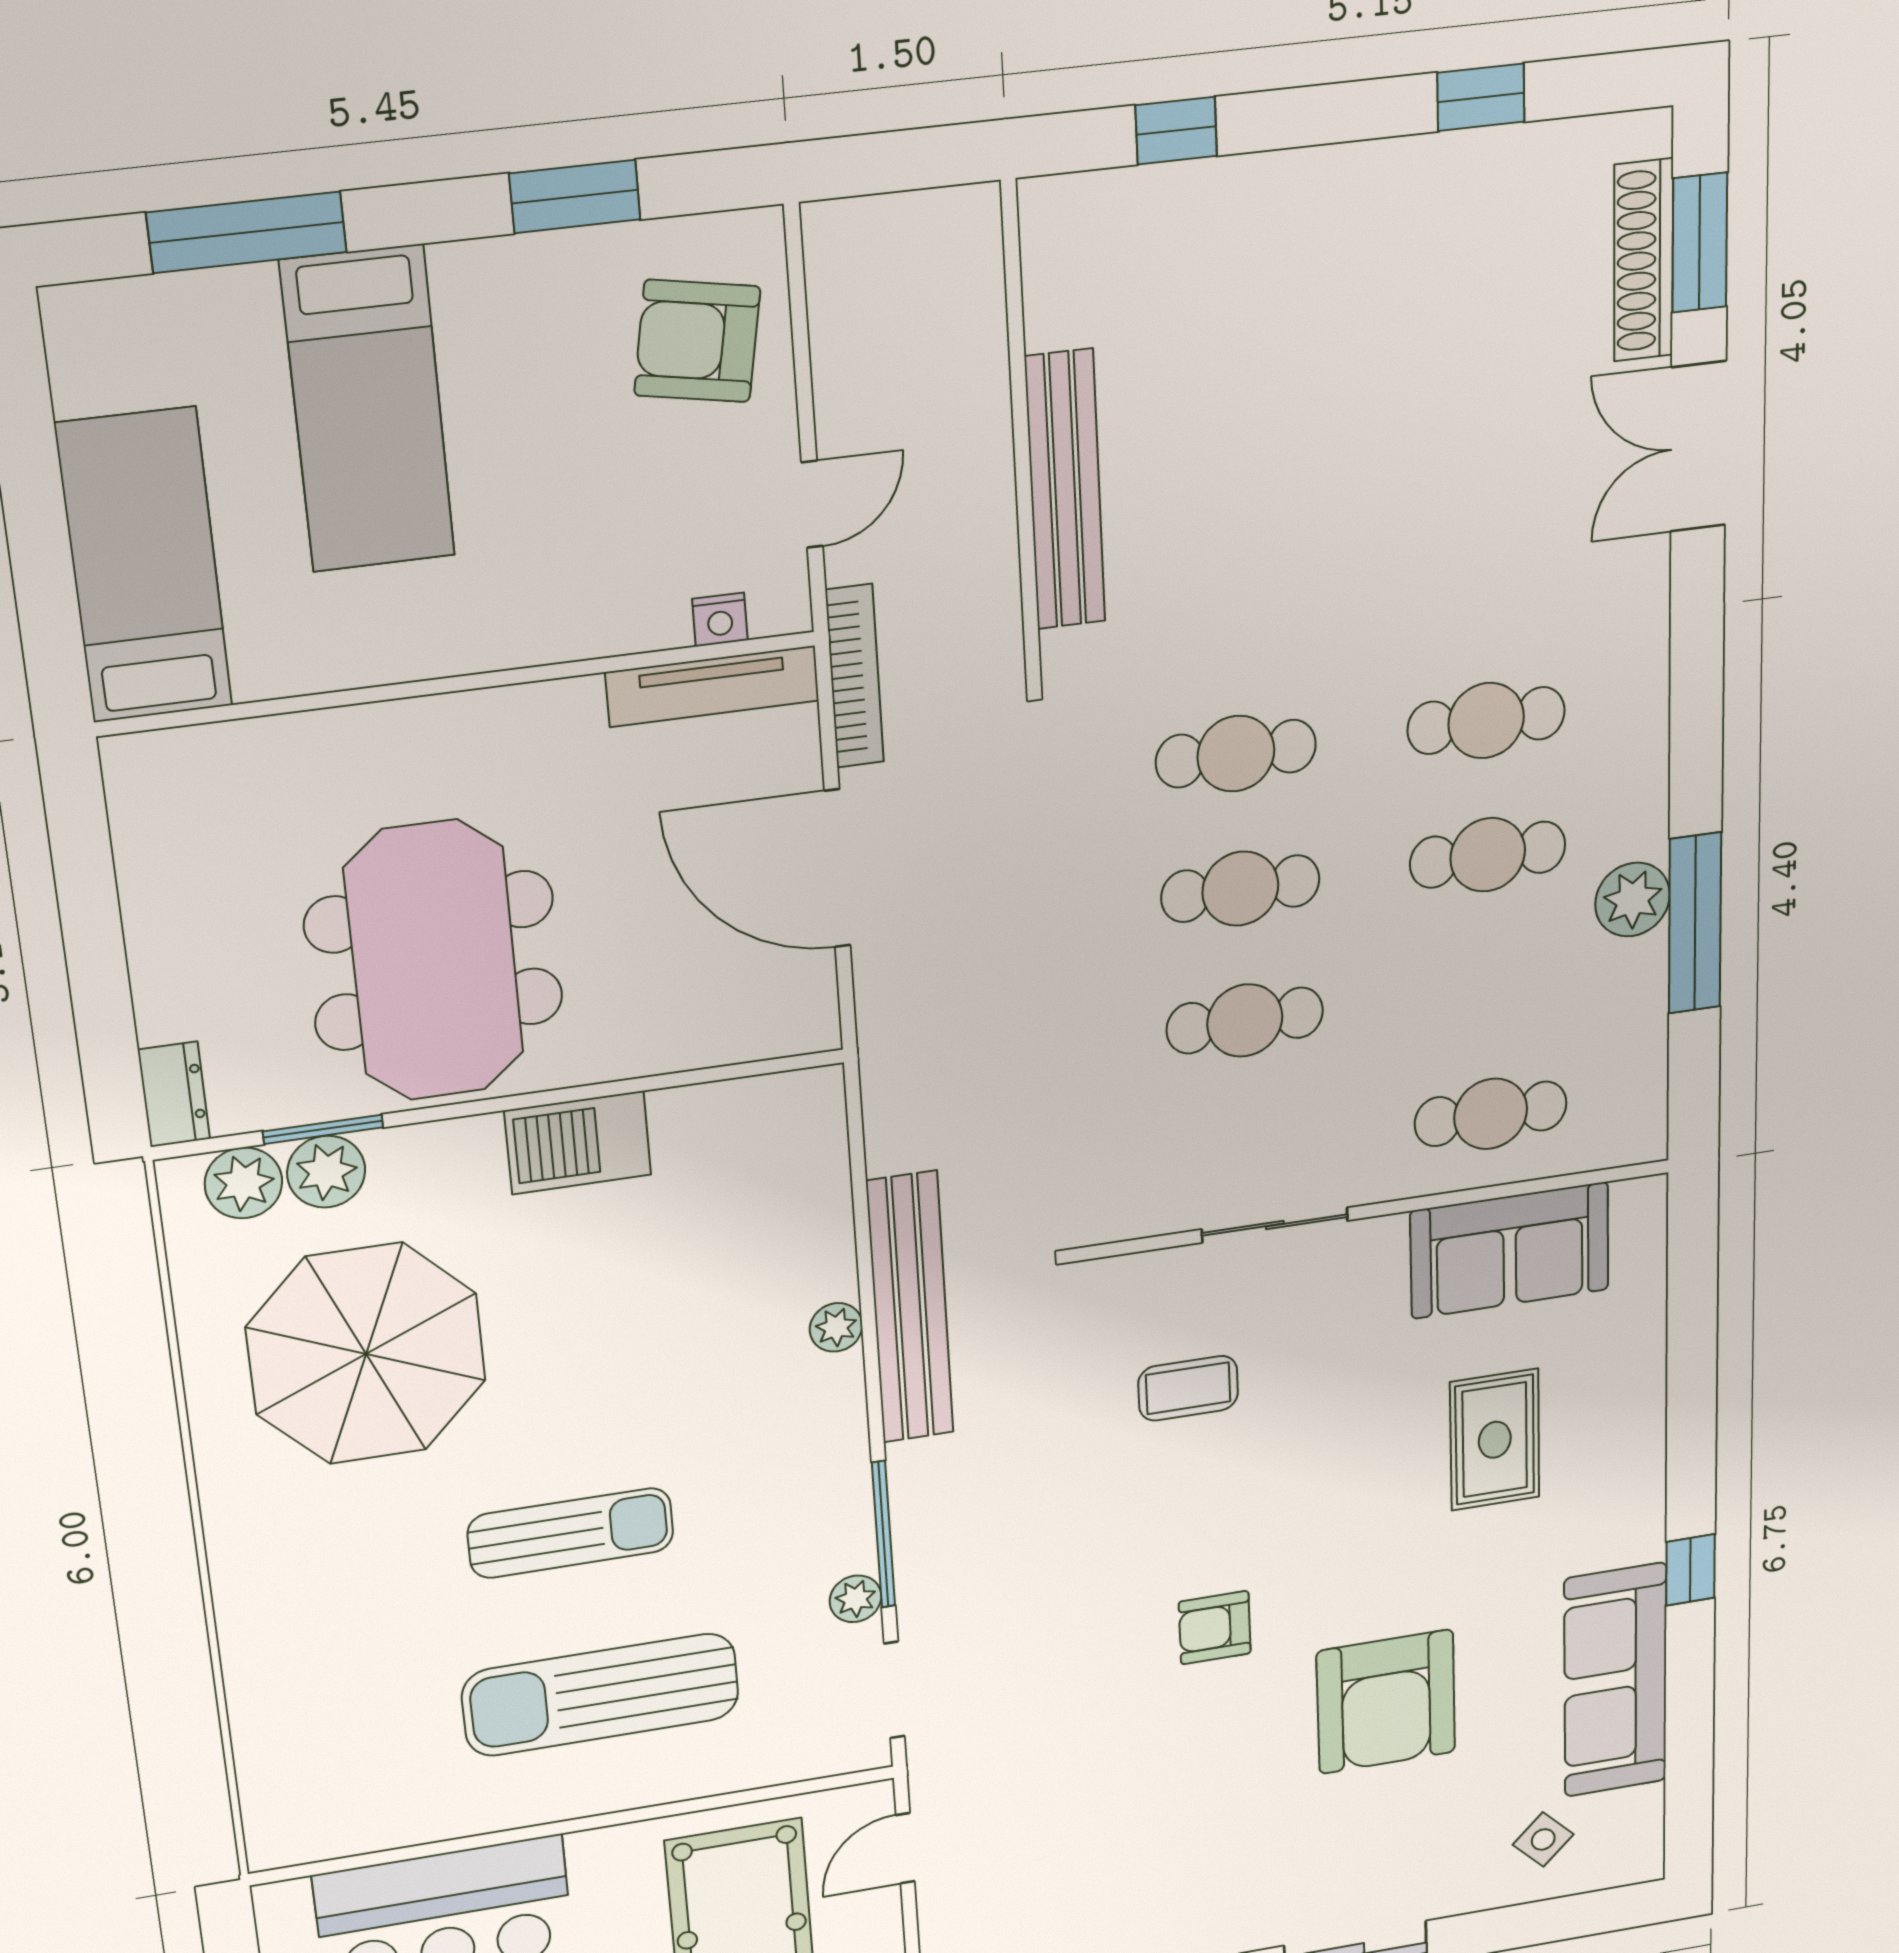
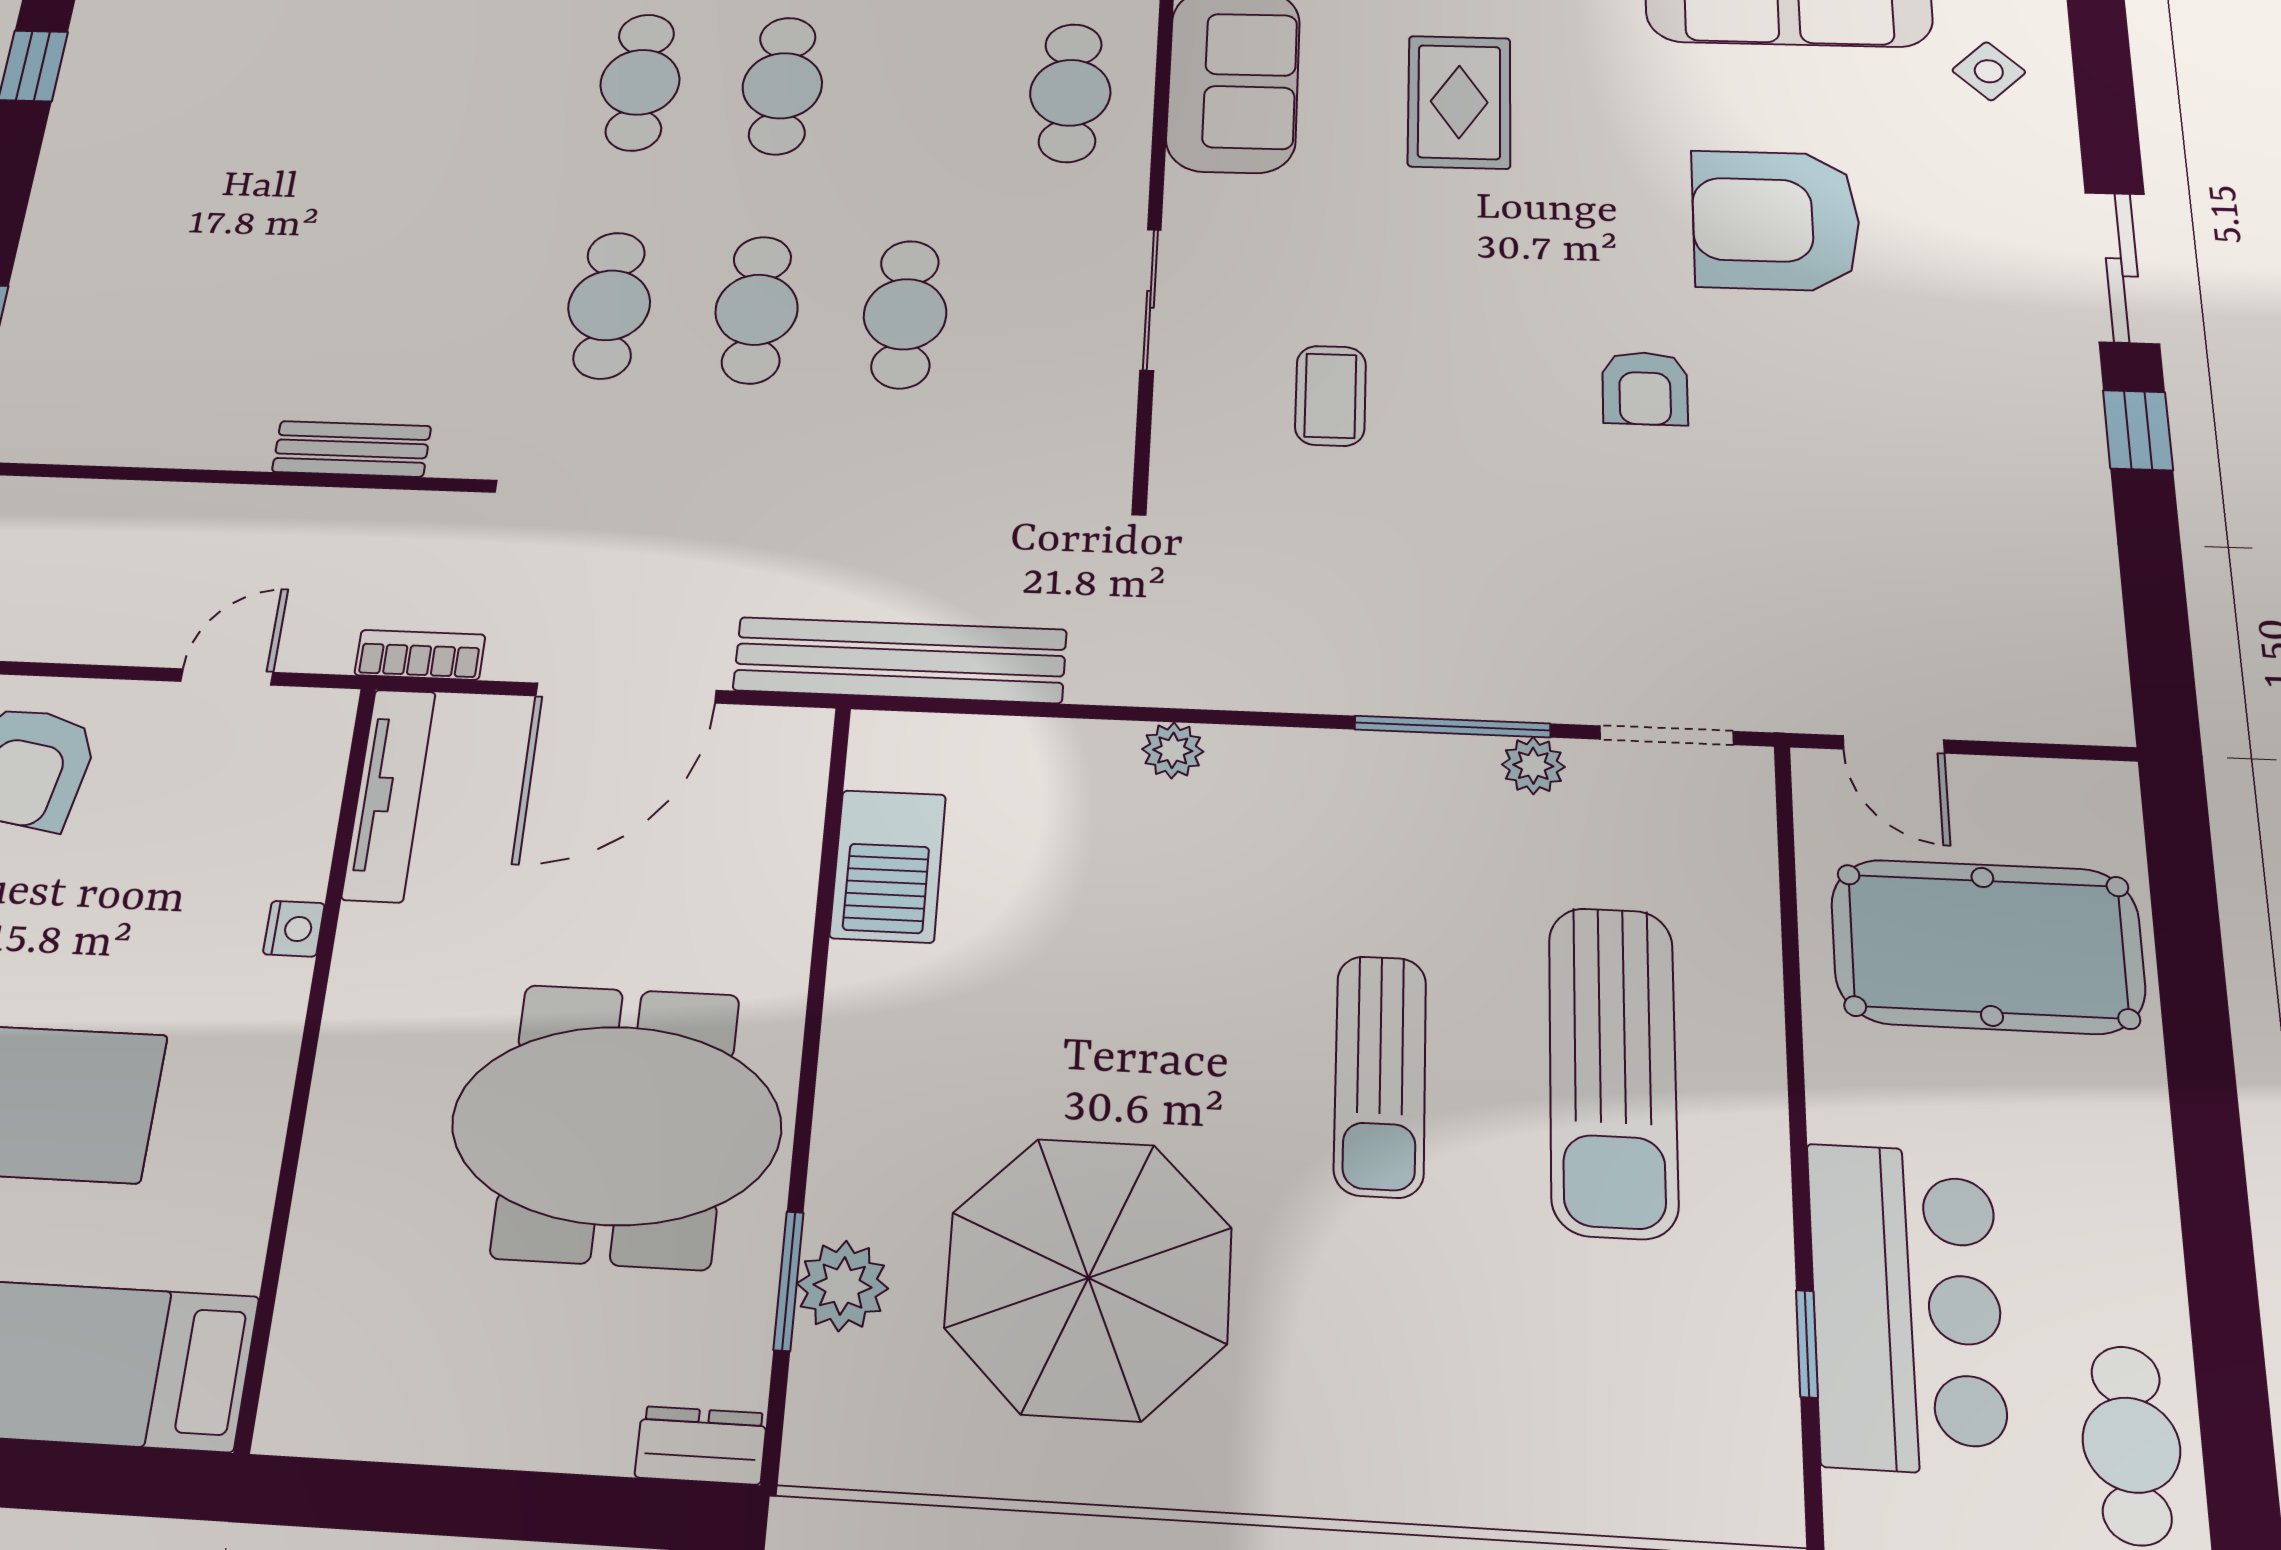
bench: (1065, 490) -> (352, 449), width x0.54, depth x0.82
door: (812, 504) -> (227, 677), hinge flipped
nightstand: (720, 619) -> (294, 929), moved
bookcase: (855, 676) -> (420, 655), width x0.64
barbecue: (578, 1143) -> (888, 866), moved
plant: (243, 1183) -> (833, 1384), removed
bench: (910, 1308) -> (900, 660), moved
rug: (1495, 1440) -> (1459, 102), turned 90
sun lounger: (571, 1533) -> (1380, 1075), turned 180
armchair: (1386, 1702) -> (1776, 220), turned 180
window: (404, 1854) -> (1807, 1344), added

